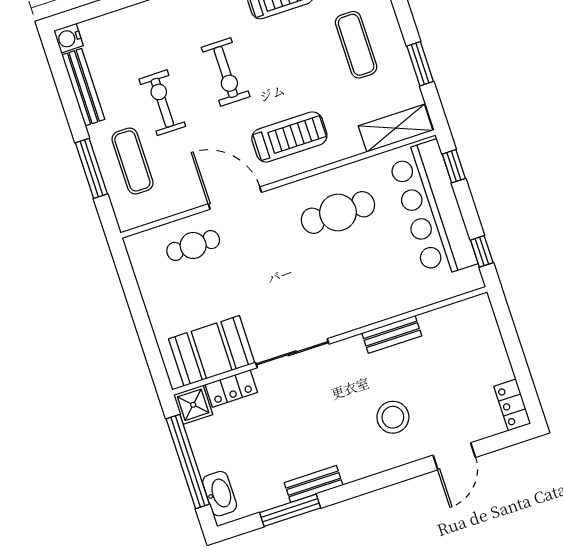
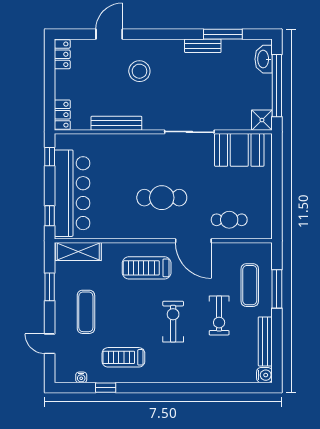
cafe table: (338, 212) -> (162, 198), moved
bench: (392, 334) -> (116, 123), width x1.36
locker: (231, 388) -> (62, 115), moved, turned 90

